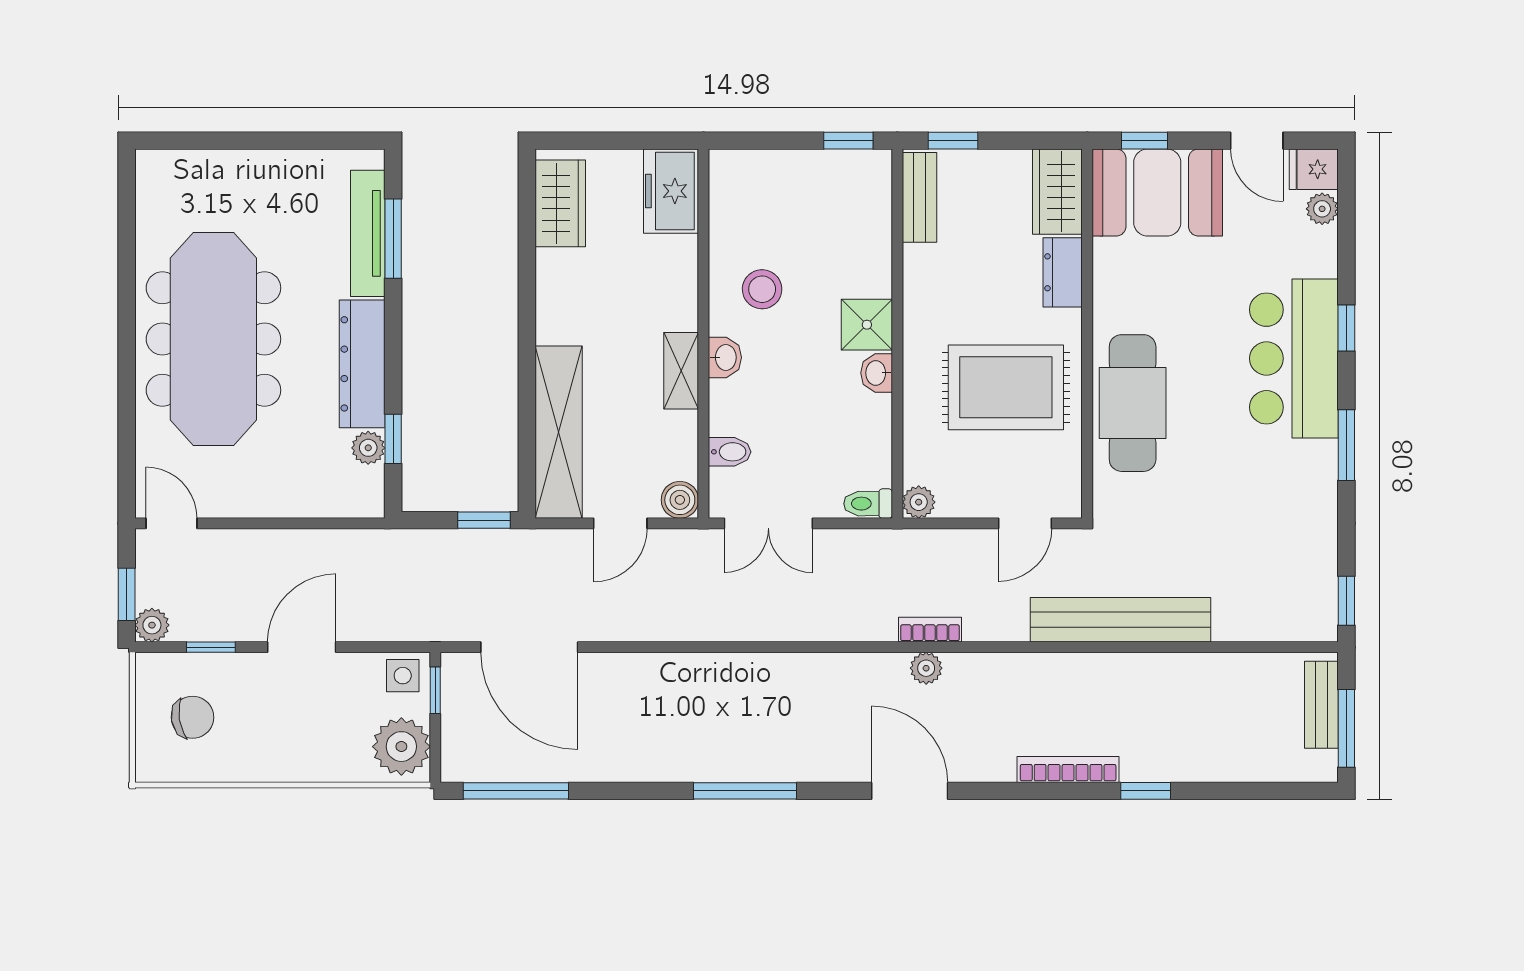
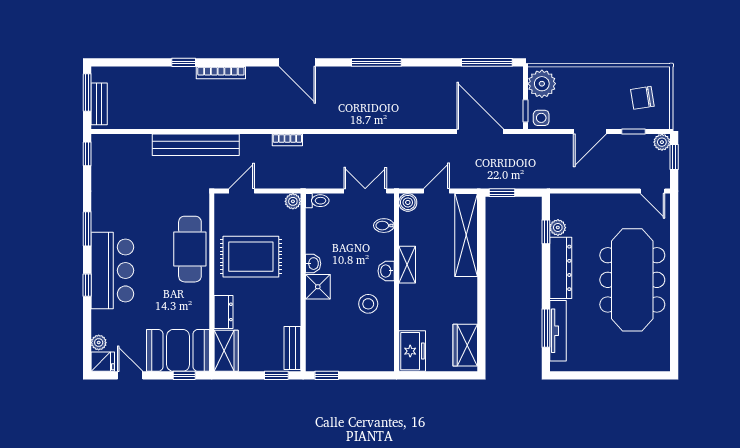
plant: (926, 668) -> (289, 121), removed

